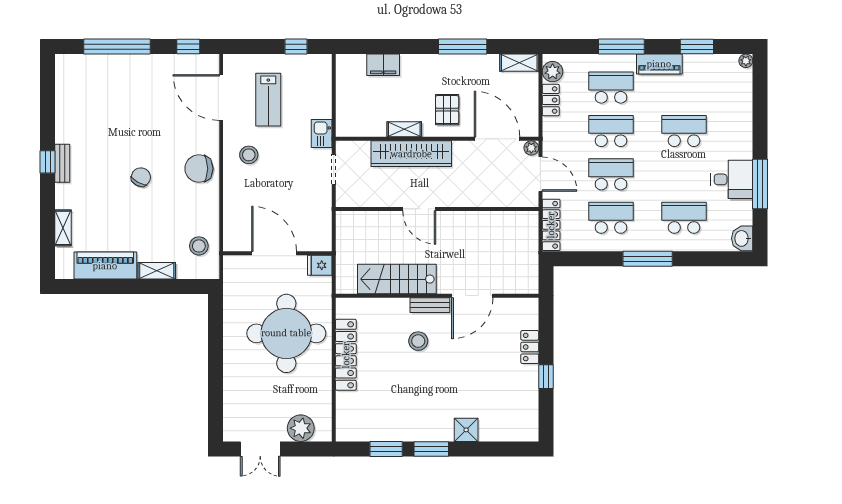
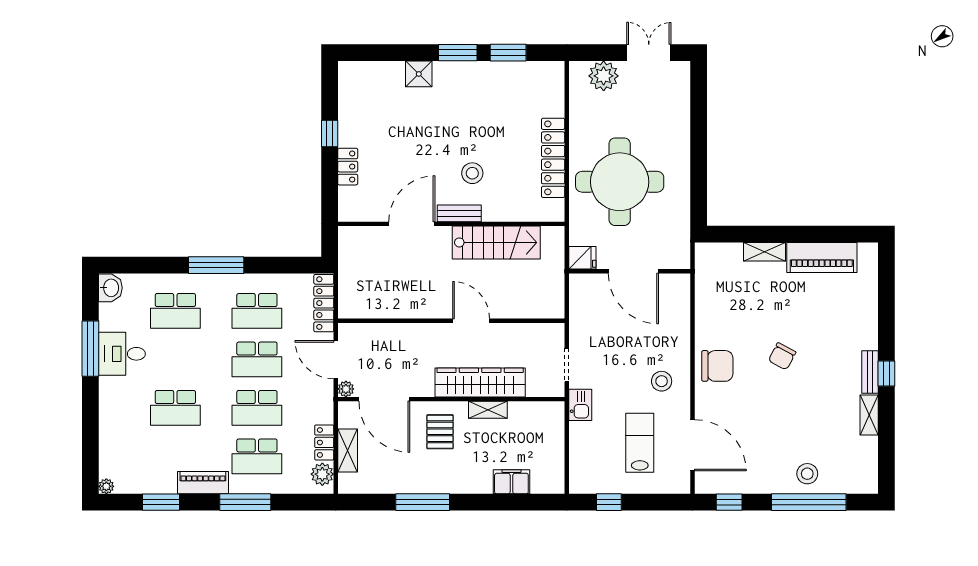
shelving: (519, 63) -> (348, 451), moved, turned 90
shelving: (63, 228) -> (869, 415), moved
stool: (199, 246) -> (807, 474), moved

